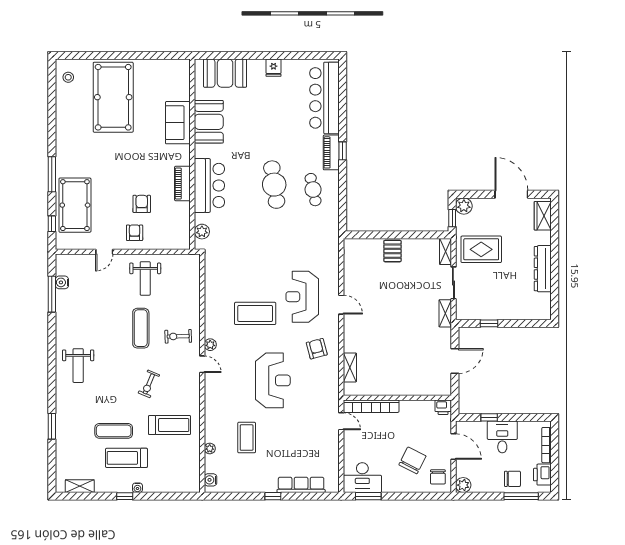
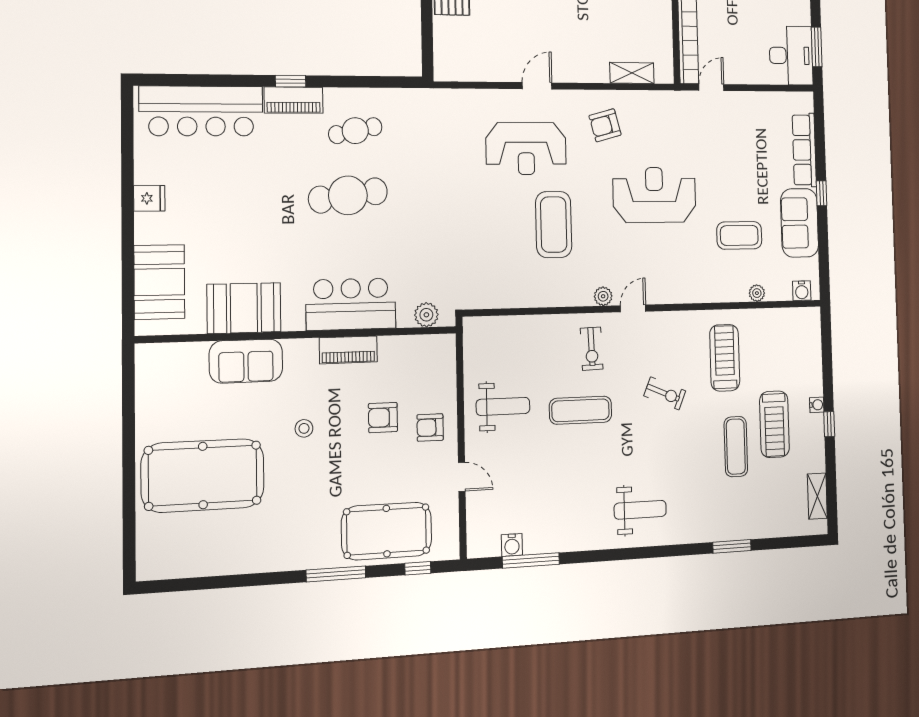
stool: (68, 77) -> (304, 428), moved
sofa: (254, 480) -> (800, 223), added

